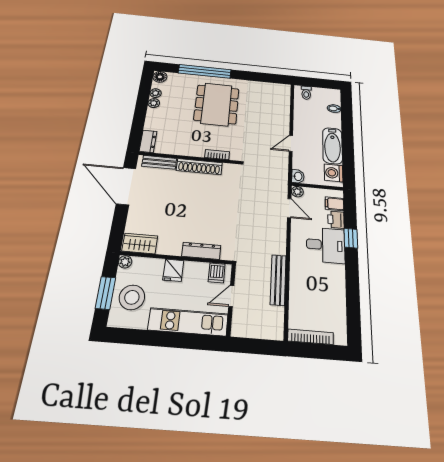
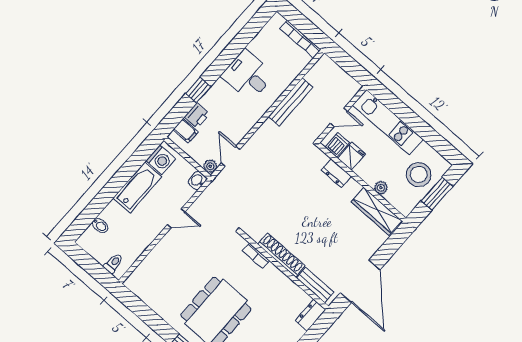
wardrobe: (140, 243) -> (377, 211), width x1.50
desk: (326, 245) -> (248, 75), moved
dresser: (201, 251) -> (336, 173), width x0.70
plant: (125, 262) -> (381, 188), moved
fridge: (173, 270) -> (352, 156), moved

